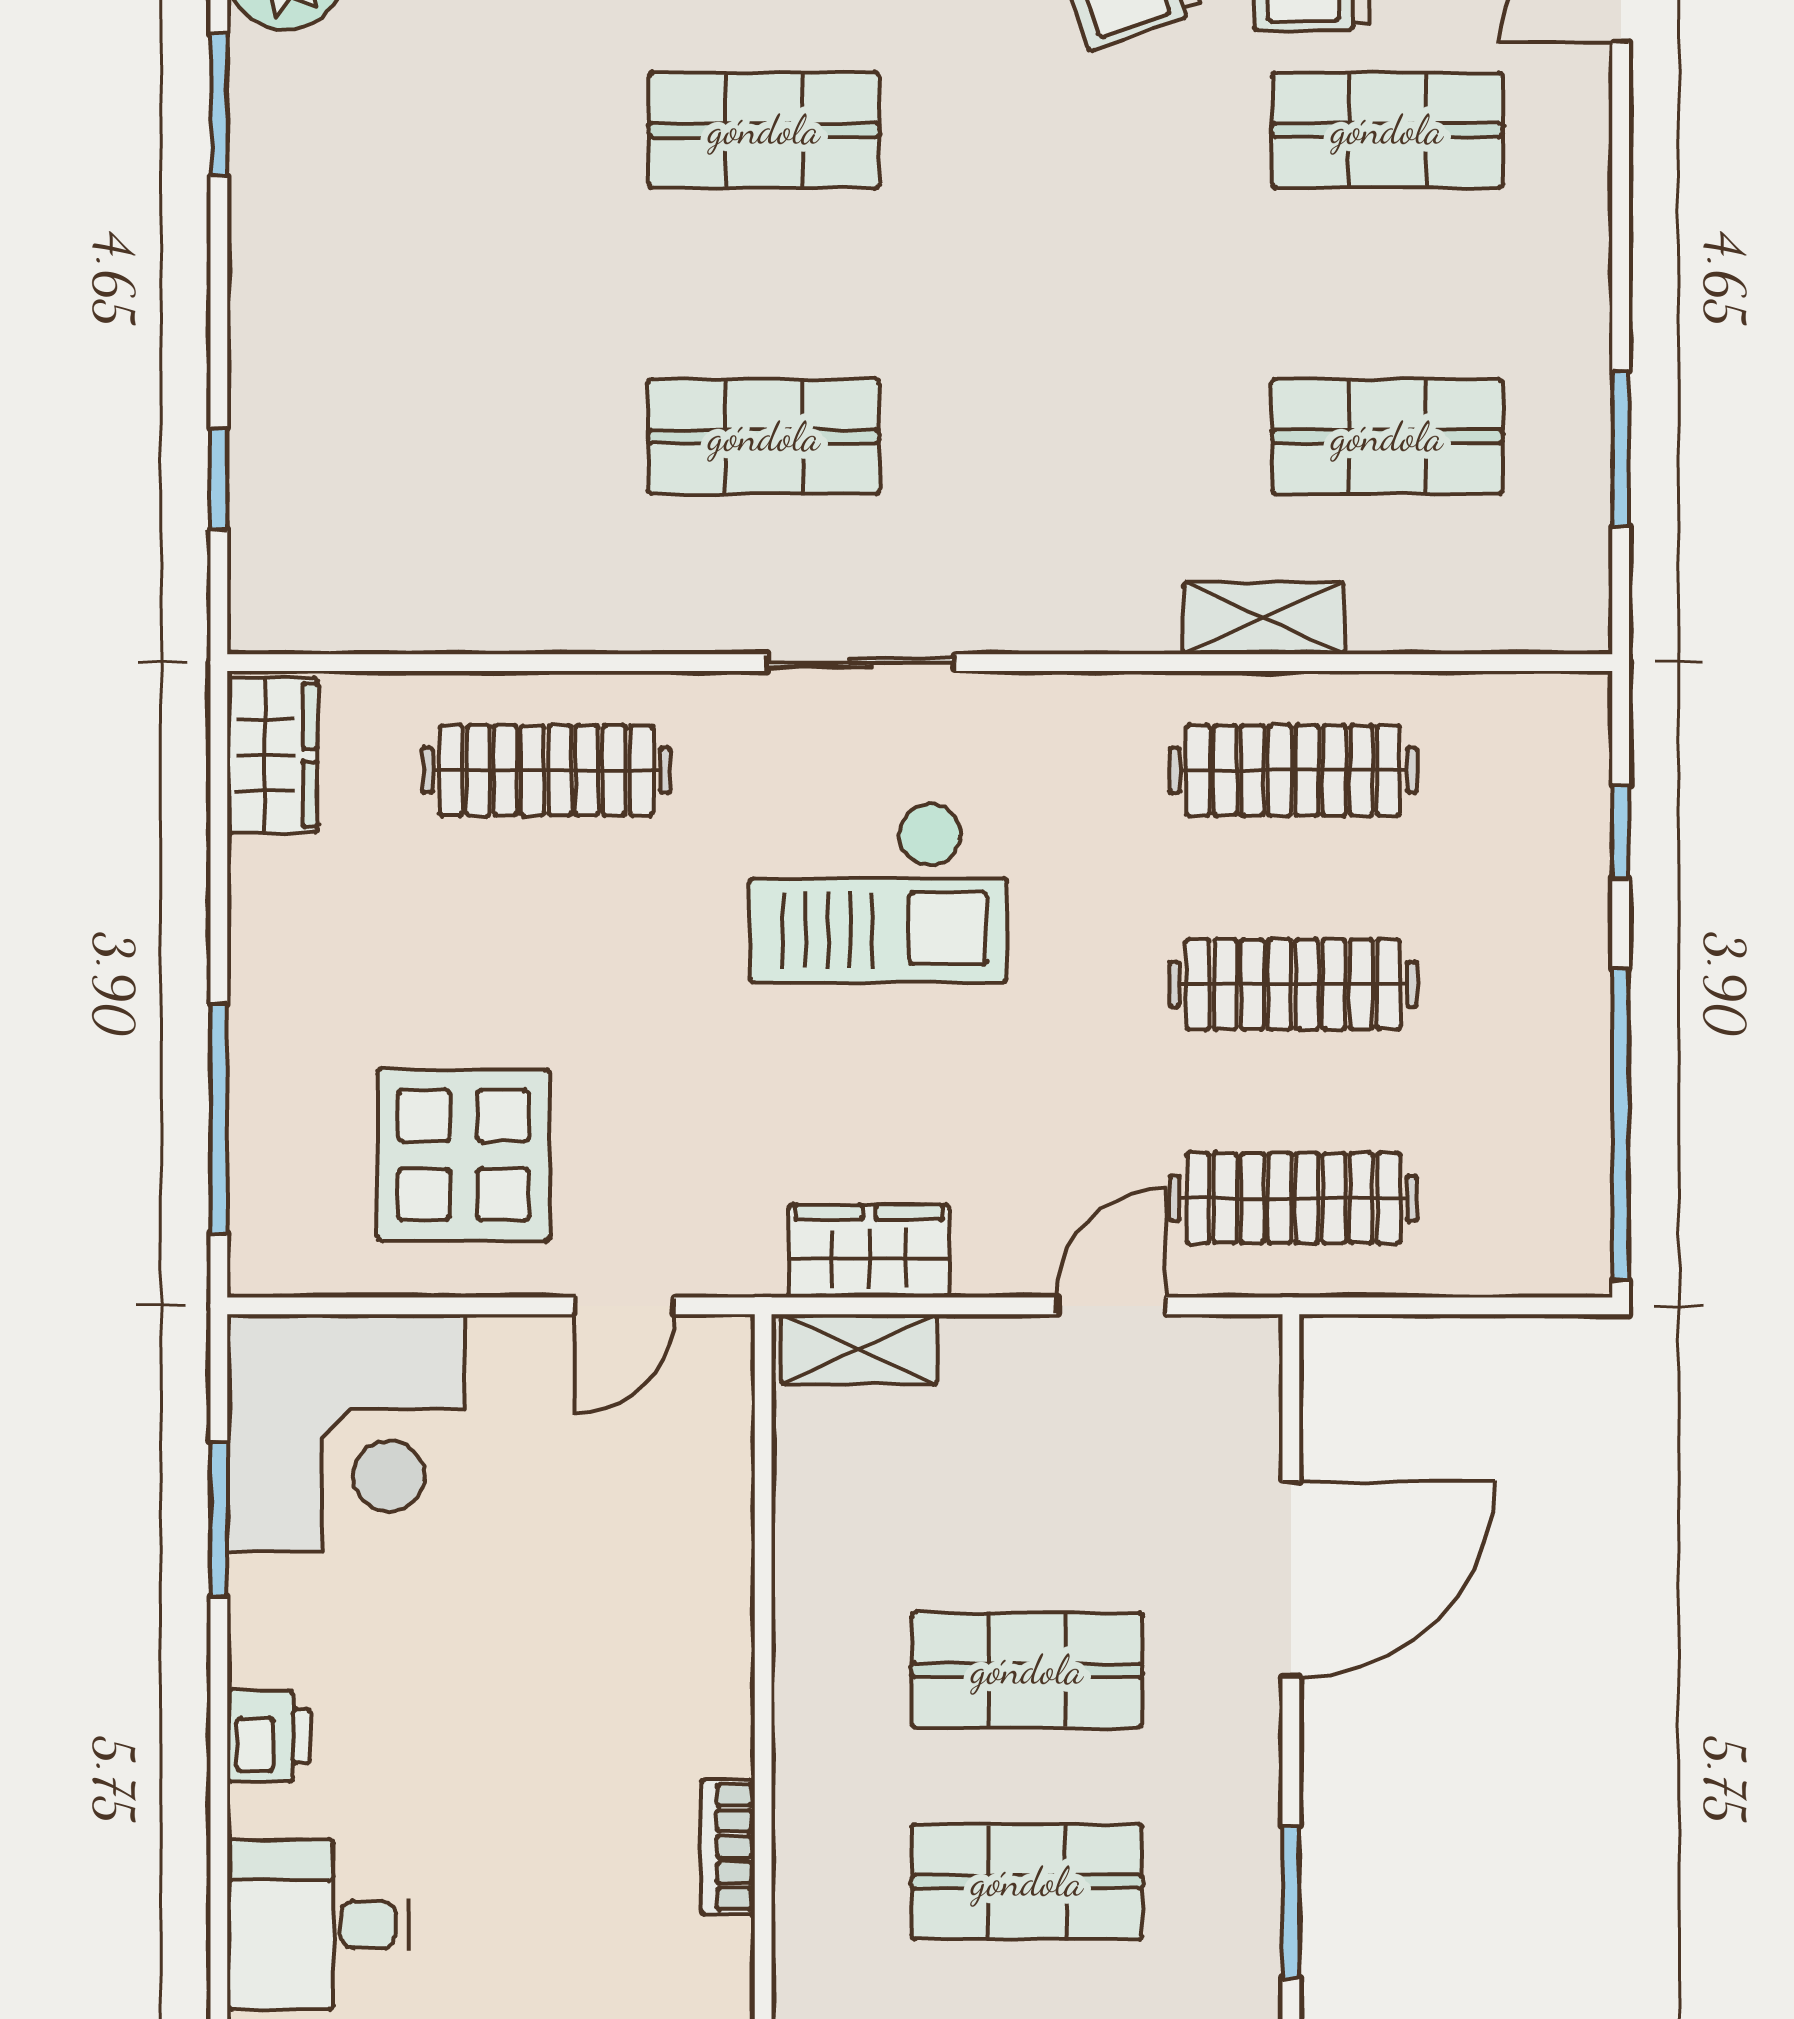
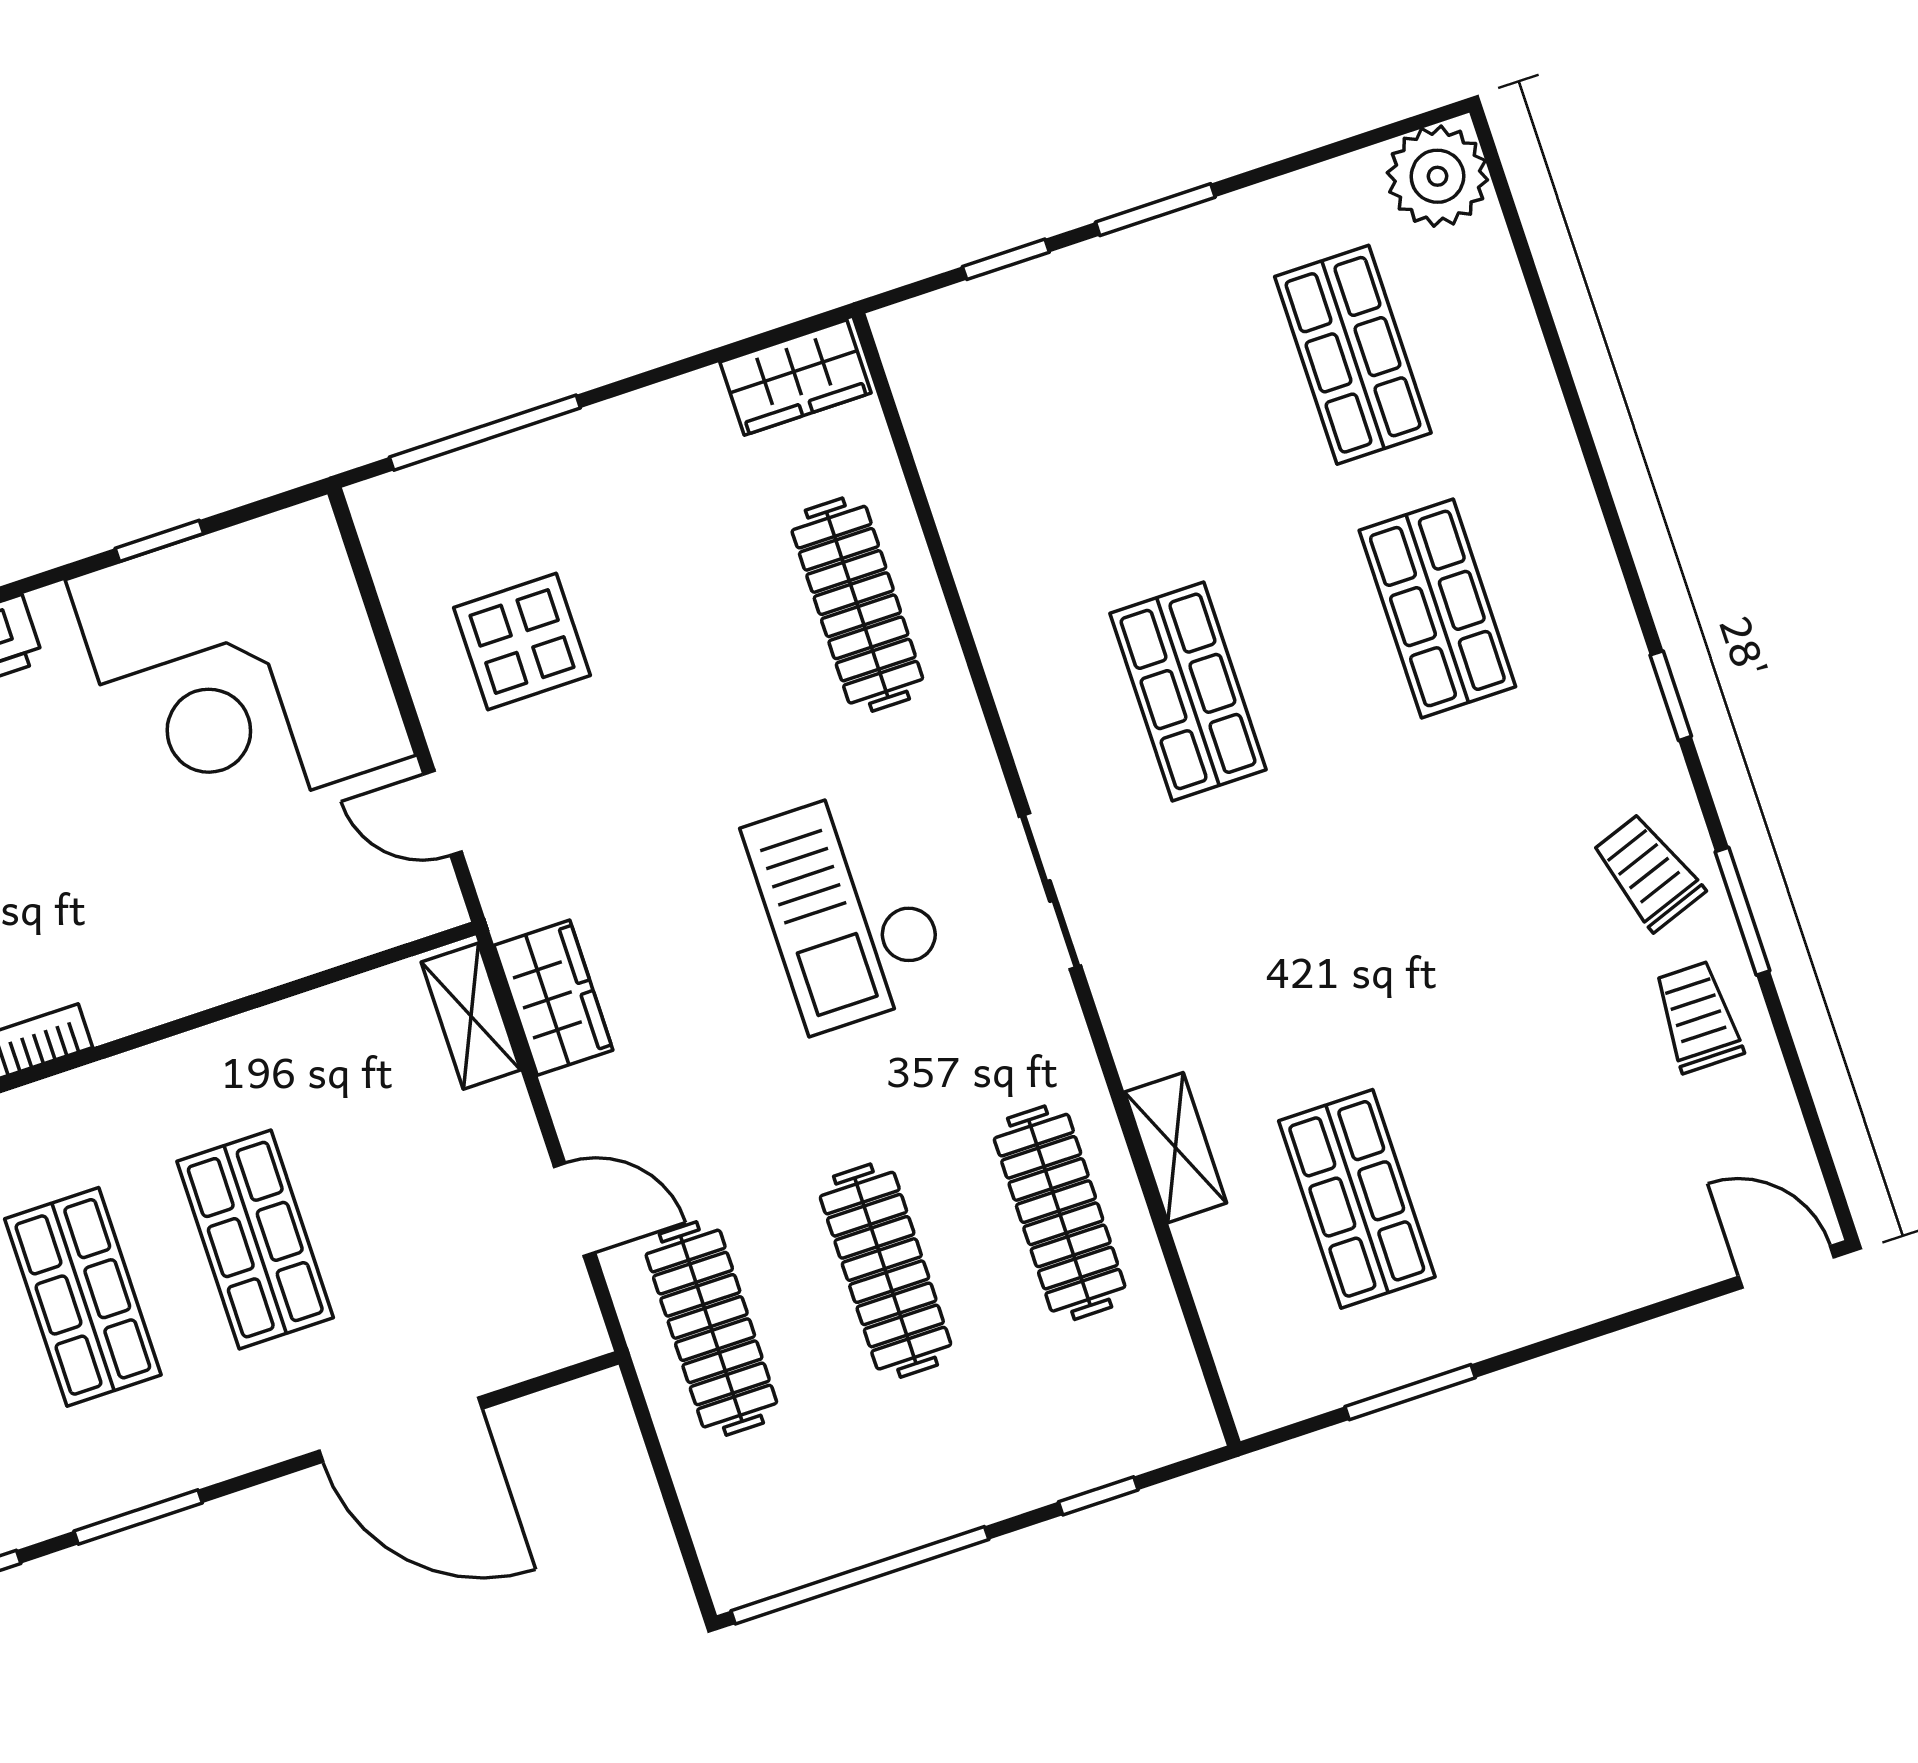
window: (219, 104) -> (1155, 210), moved
shop shelf: (1387, 130) -> (1353, 355), moved
sliding door: (861, 663) -> (1050, 891), moved
display table: (464, 1155) -> (522, 641), width x0.73, depth x0.73
corner desk: (346, 1433) -> (240, 668), width x1.36, depth x1.36
window: (219, 1519) -> (159, 541), width x0.67

